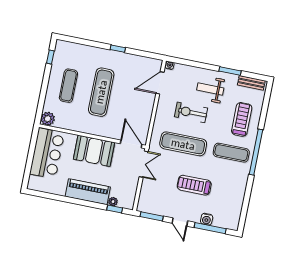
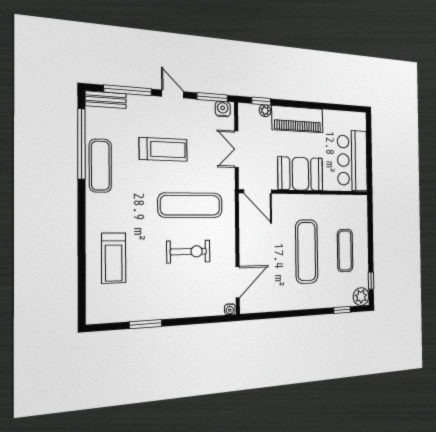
window: (118, 49) -> (342, 310), moved
bench: (251, 83) -> (106, 100), moved
weight bench: (210, 89) -> (169, 291), removed
plant: (48, 119) -> (361, 297), moved
window: (256, 152) -> (81, 144), moved
exercise mat: (231, 153) -> (100, 166), moved, turned 90
double door: (144, 164) -> (236, 149), moved
water cooler: (207, 219) -> (223, 109), moved

